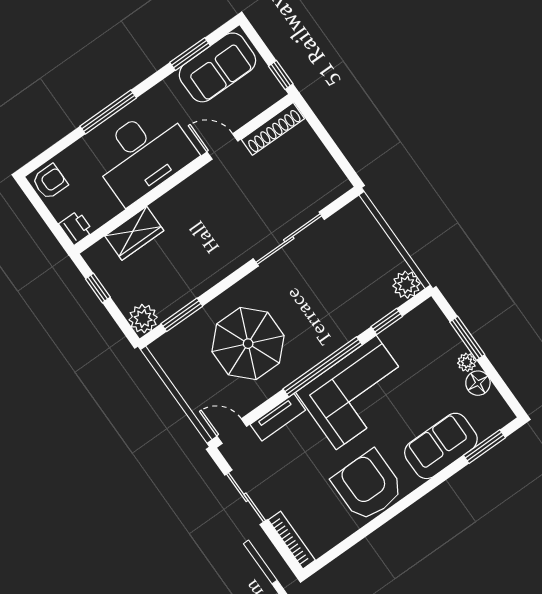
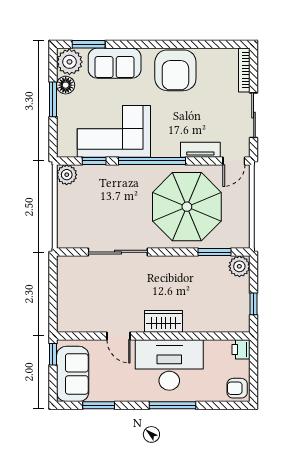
sofa: (217, 67) -> (73, 374), moved, turned 90
shoe rack: (273, 129) -> (81, 325), removed
wardrobe: (134, 233) -> (163, 321), moved
window: (467, 338) -> (53, 99), moved
parasol: (248, 344) -> (187, 207), width x1.36, depth x1.36
plant: (467, 362) -> (69, 62), moved, width x1.88, depth x1.88
corner sofa: (356, 392) -> (114, 131), moved
door: (232, 431) -> (234, 161), hinge flipped

